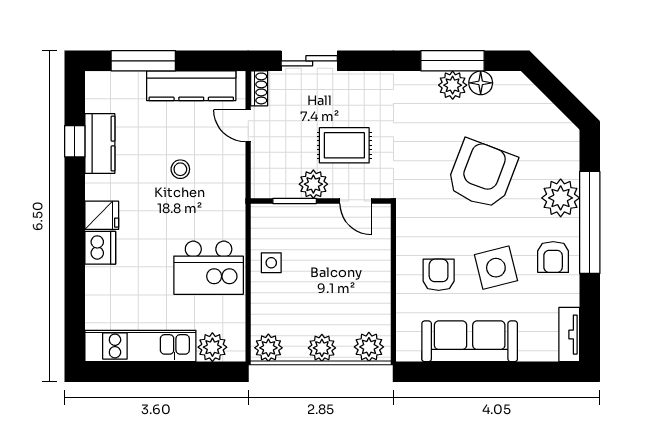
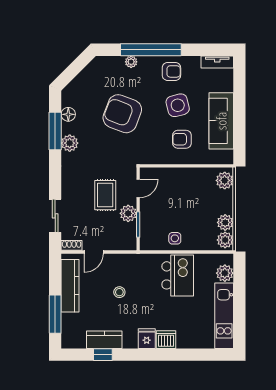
plant: (453, 85) -> (70, 143), moved
plant: (561, 198) -> (131, 62), width x0.53, depth x0.53
plant: (322, 348) -> (225, 222), moved

